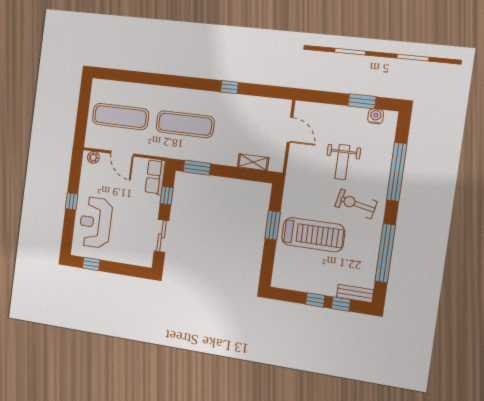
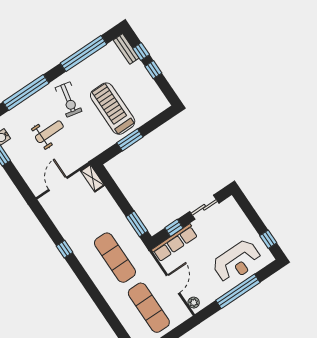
shelving: (253, 162) -> (92, 178), moved
row of seats: (155, 177) -> (175, 243), width x1.48
window: (72, 201) -> (238, 291), width x3.17

